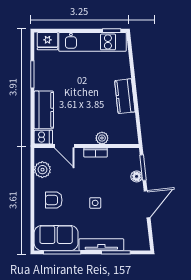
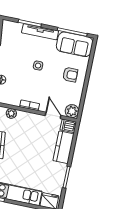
plant: (102, 138) -> (11, 113), moved
plant: (42, 170) -> (72, 111), moved

